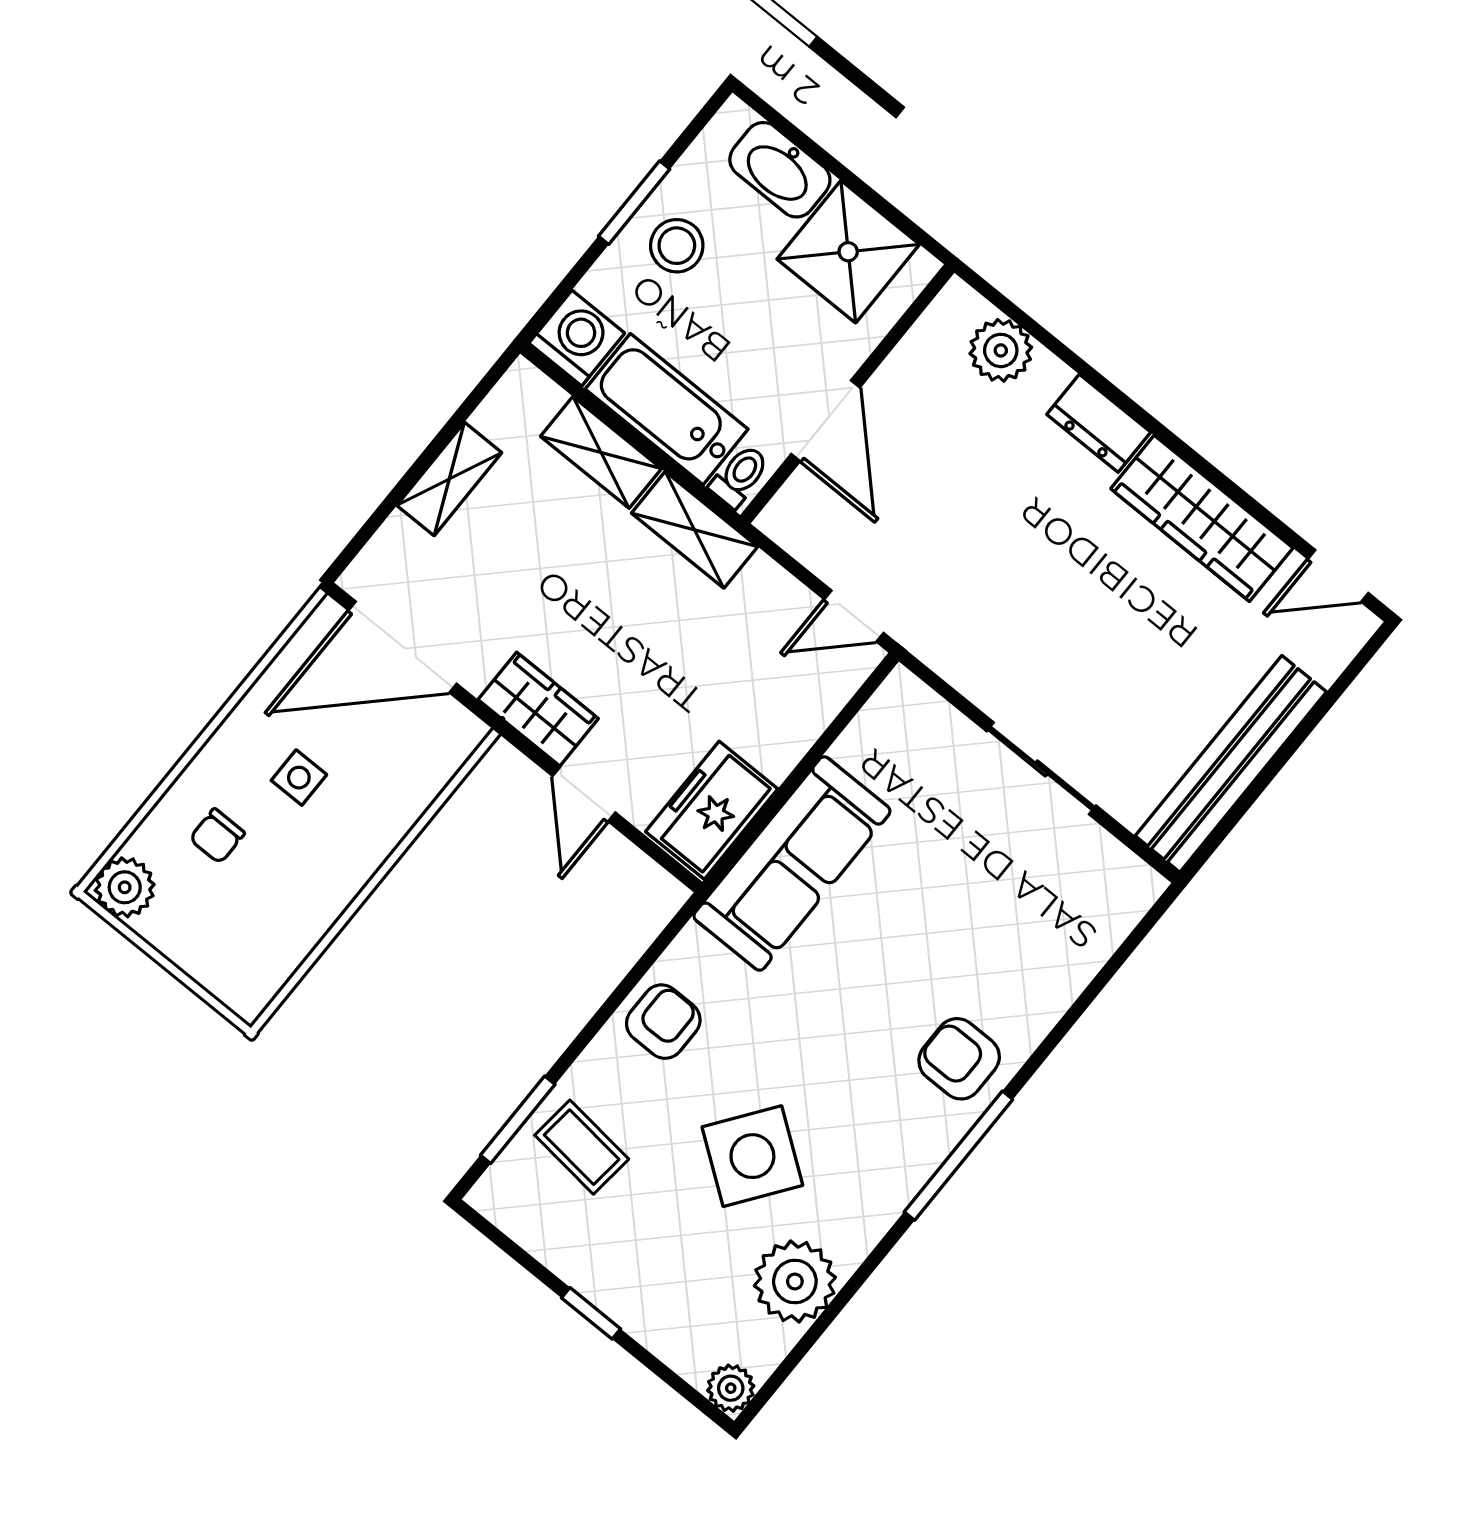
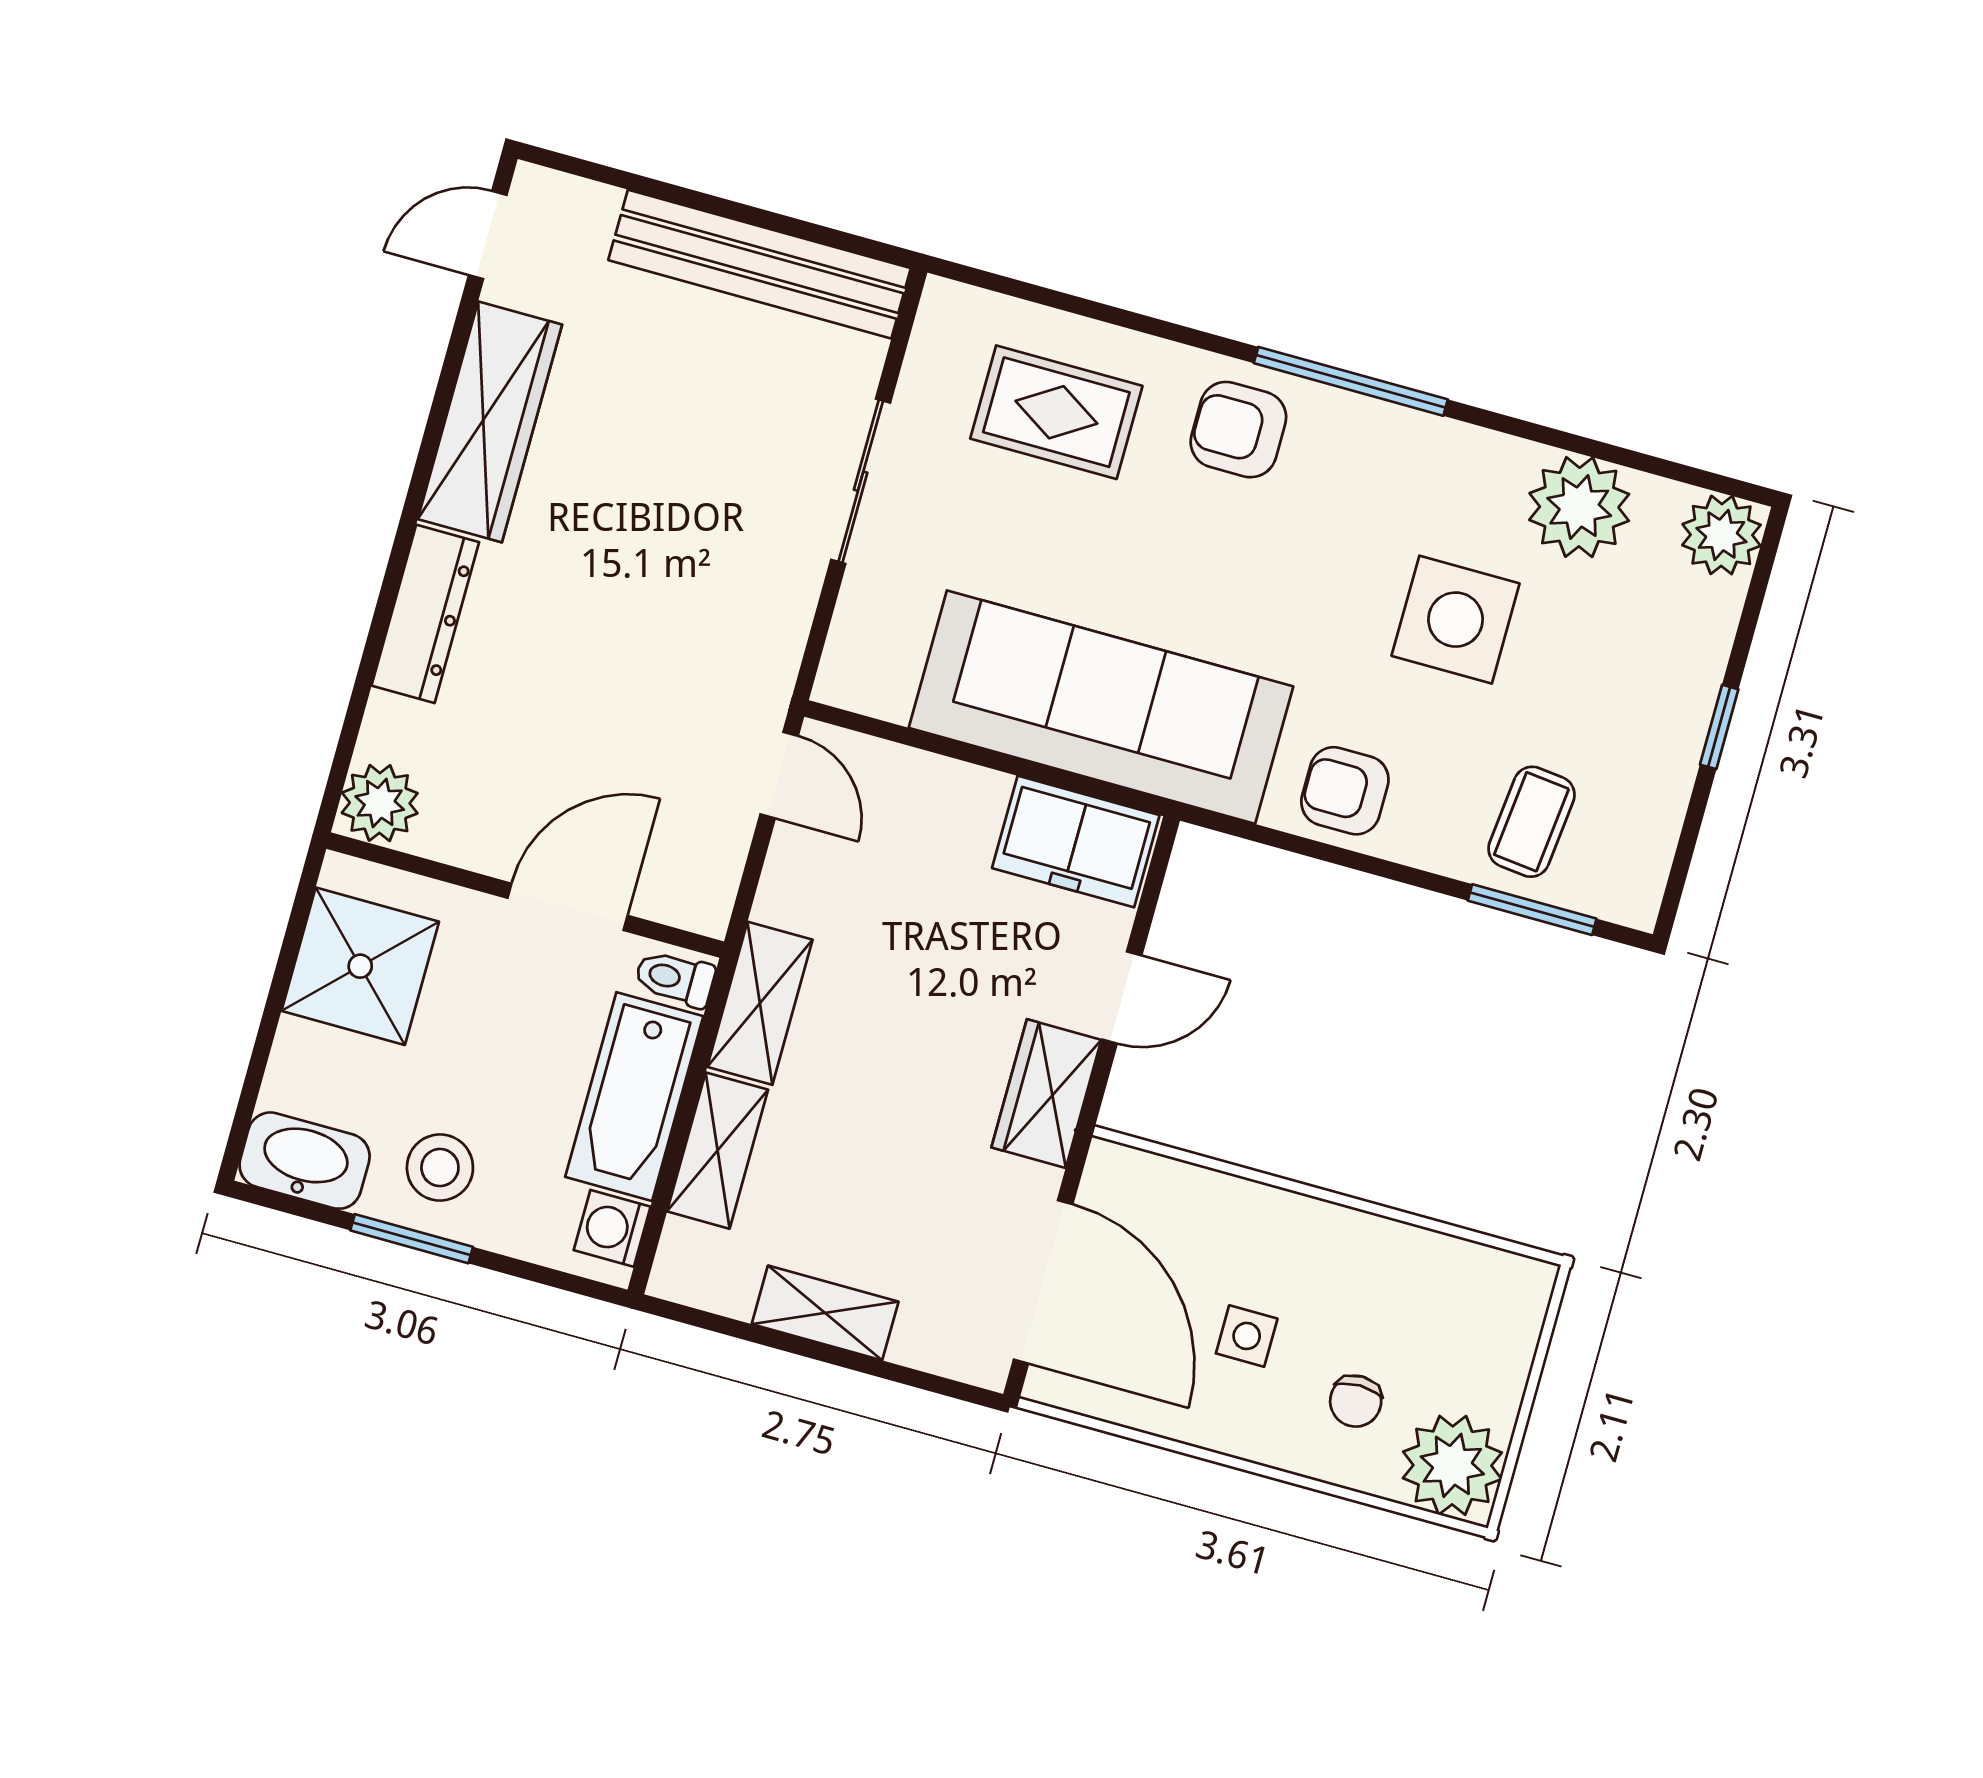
washbasin: (780, 170) -> (305, 1161), moved, turned -90
washing machine: (577, 338) -> (612, 1228), width x0.73, depth x0.73
plant: (1001, 350) -> (380, 803), moved
dresser: (1099, 423) -> (425, 614), width x1.44
door: (1338, 576) -> (488, 235), swing flipped
chair: (217, 836) -> (1356, 1401), turned 90
sofa: (792, 864) -> (1101, 707), width x1.36, depth x1.27
plant: (125, 887) -> (1452, 1465), width x1.36, depth x1.36
rug: (1029, 932) -> (1056, 412), added
armchair: (959, 1059) -> (1238, 430), turned 90
side table: (752, 1156) -> (1456, 620), turned -36
plant: (731, 1388) -> (1721, 535), width x1.38, depth x1.38

